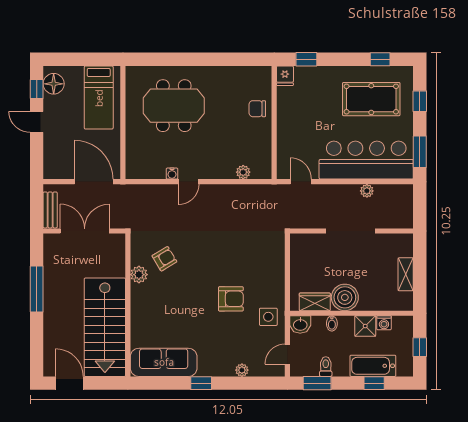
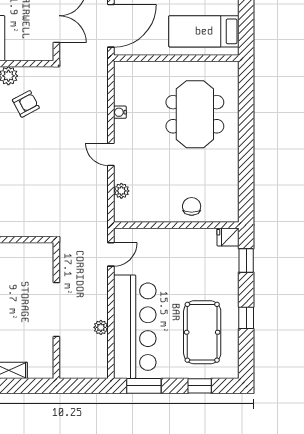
window: (380, 59) -> (246, 318), moved
door: (189, 182) -> (111, 154), moved
armchair: (164, 259) -> (26, 104), turned -87

